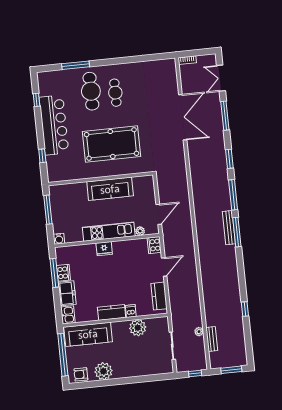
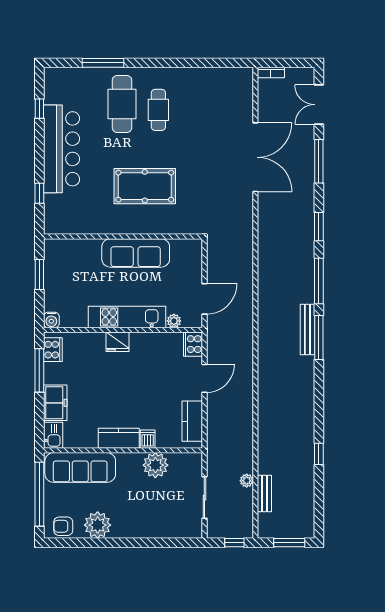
pool table: (112, 144) -> (145, 186), width x0.73, depth x0.76
window: (48, 210) -> (39, 274), width x0.69
cooker: (63, 273) -> (53, 350), moved

